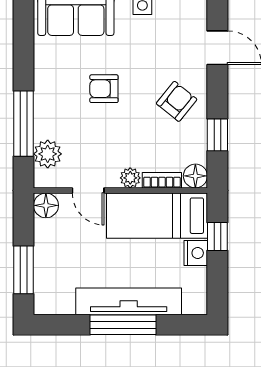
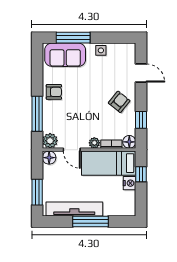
armchair: (104, 89) -> (54, 92), moved, turned 180
plant: (48, 154) -> (50, 141), moved
tv unit: (129, 301) -> (74, 209), moved

